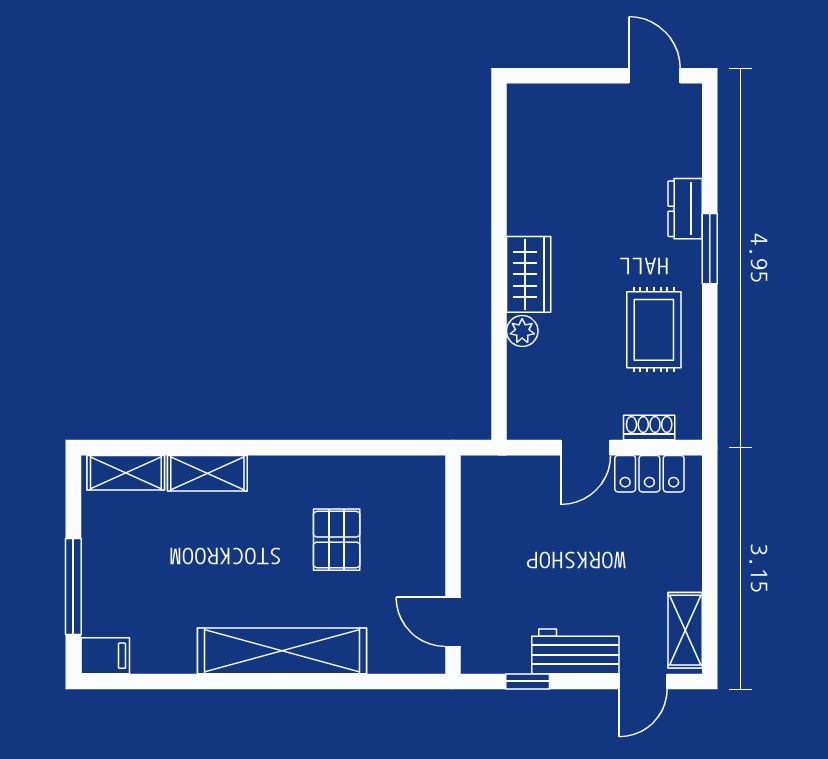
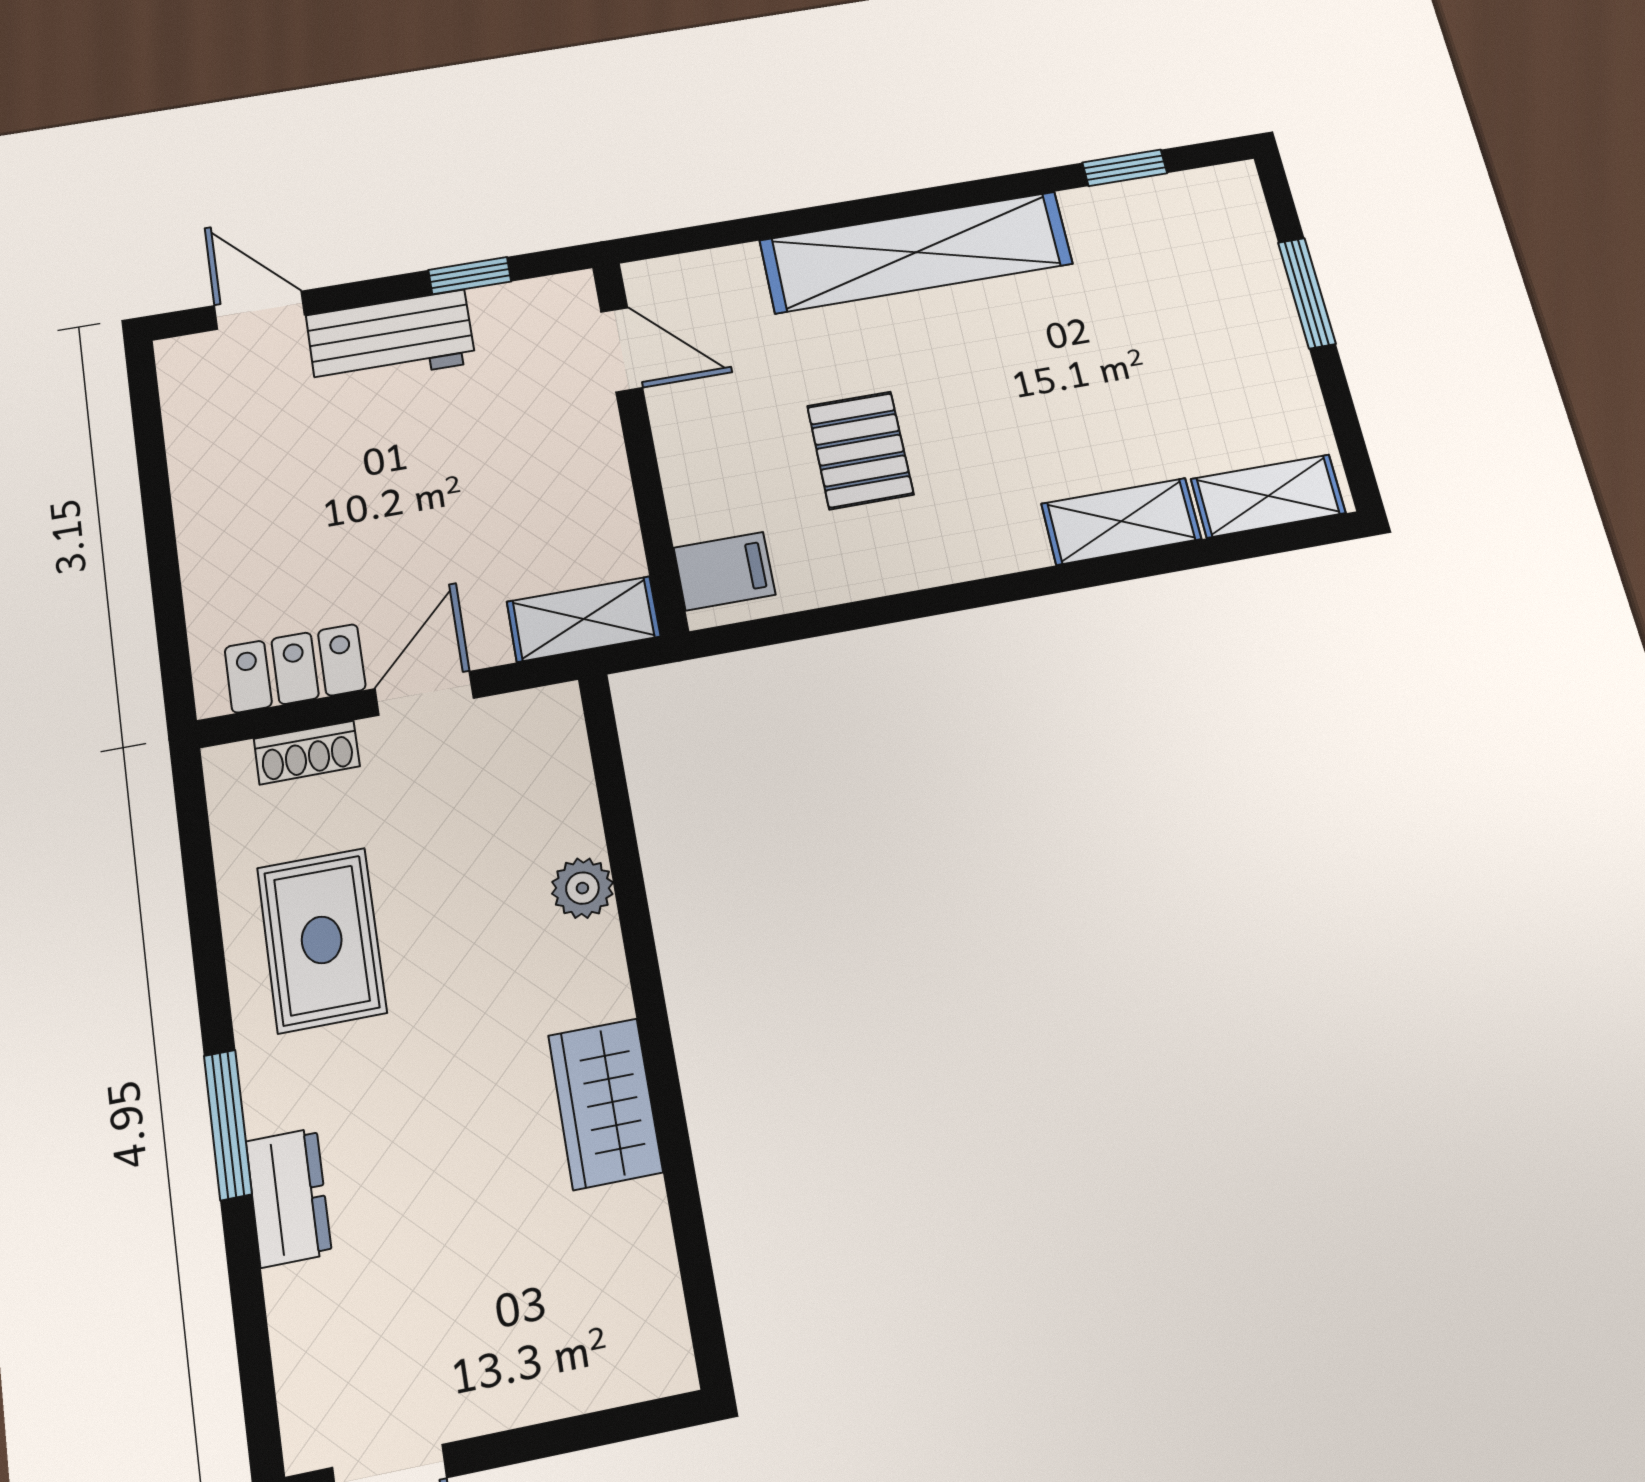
wardrobe: (529, 274) -> (605, 1104), moved
window: (73, 586) -> (1307, 293), width x0.69
shelving: (685, 630) -> (584, 619), moved, turned 90
filing cabinet: (105, 656) -> (724, 571), moved, turned 180
window: (155, 681) -> (1125, 168), added
door: (643, 681) -> (260, 310), hinge flipped

